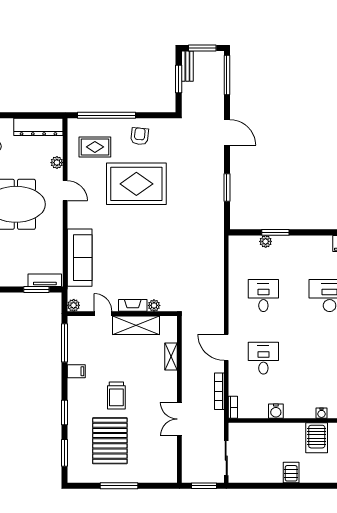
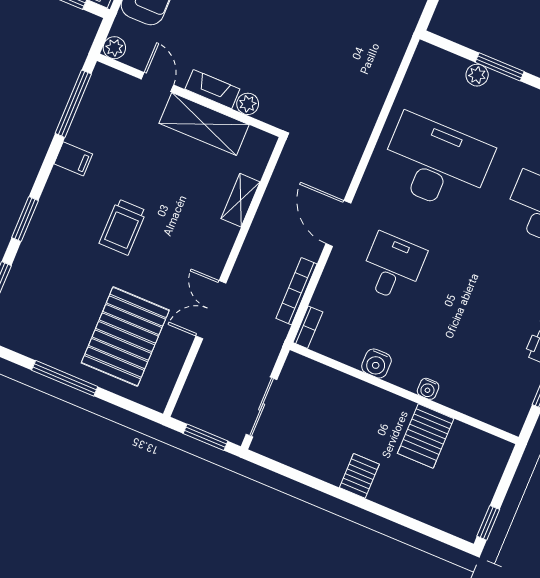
desk: (263, 296) -> (436, 163), width x1.87, depth x1.30
water cooler: (321, 413) -> (428, 389), moved
pallet: (110, 441) -> (125, 337), moved

